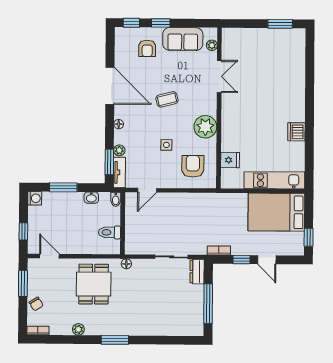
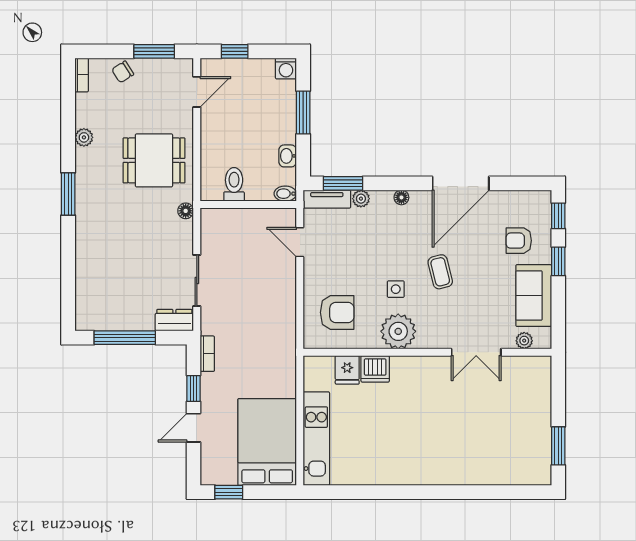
dishwasher: (296, 132) -> (375, 369), moved, turned 180
side table: (166, 145) -> (396, 289), moved

